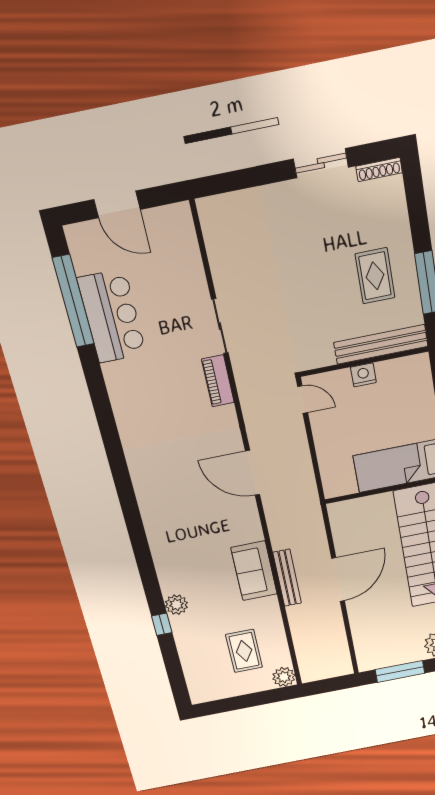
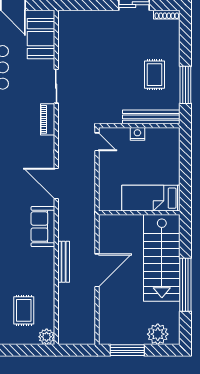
booth: (177, 253) -> (41, 39), added
sofa: (254, 571) -> (43, 227), moved

